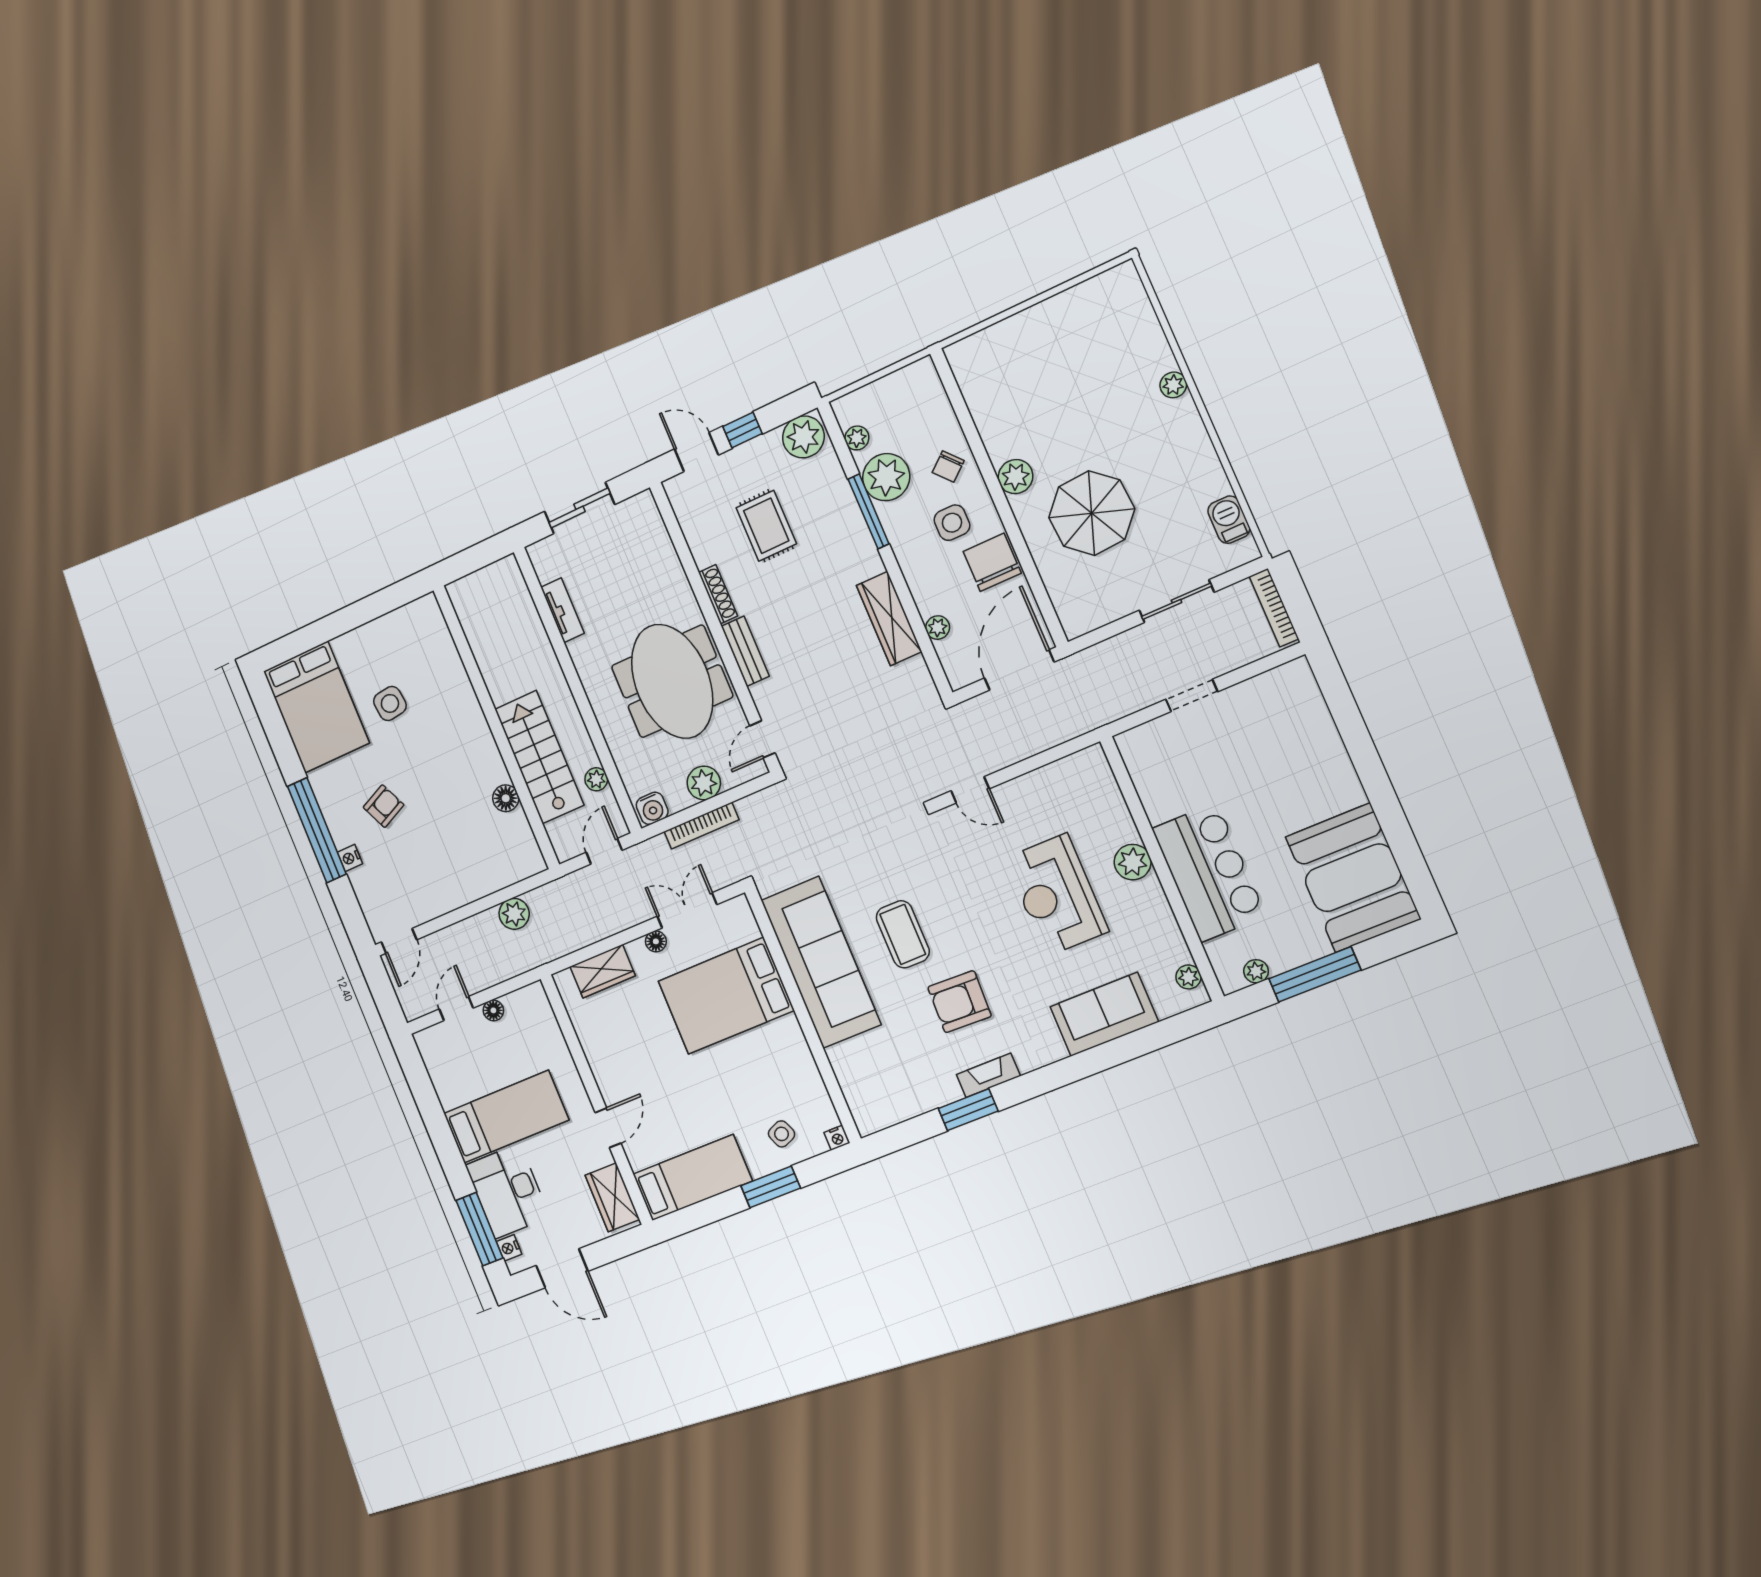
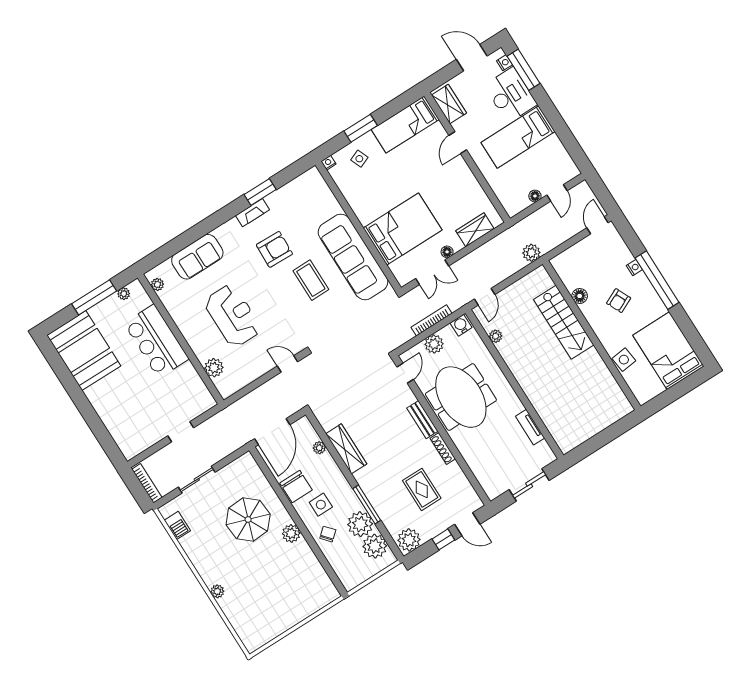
plant: (857, 438) -> (375, 546), width x1.88, depth x1.88
wall: (496, 727) -> (592, 335), moved
stairs: (539, 757) -> (564, 322), moved
floor lamp: (506, 798) -> (580, 296), moved
plant: (1133, 862) -> (214, 368), moved

